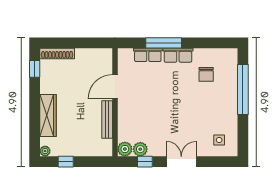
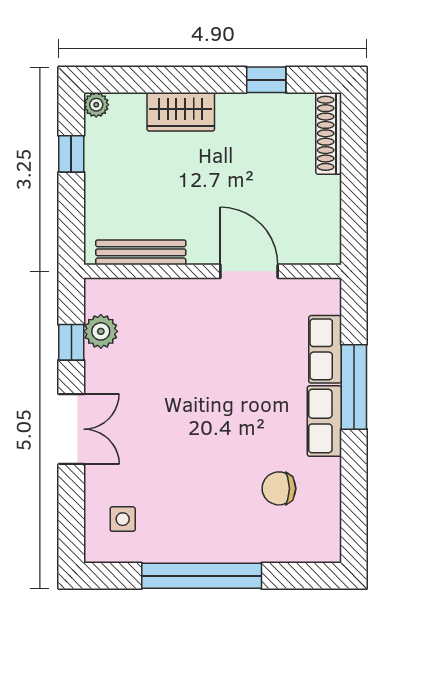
window: (35, 69) -> (266, 80), moved
window: (243, 90) -> (202, 576), moved
wardrobe: (48, 116) -> (181, 112), width x0.67
bench: (107, 120) -> (141, 252), moved
plant: (125, 149) -> (101, 295), removed

